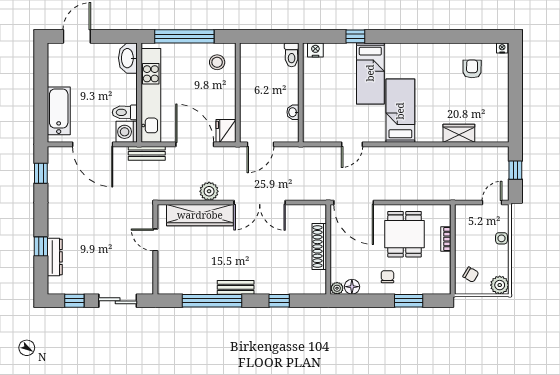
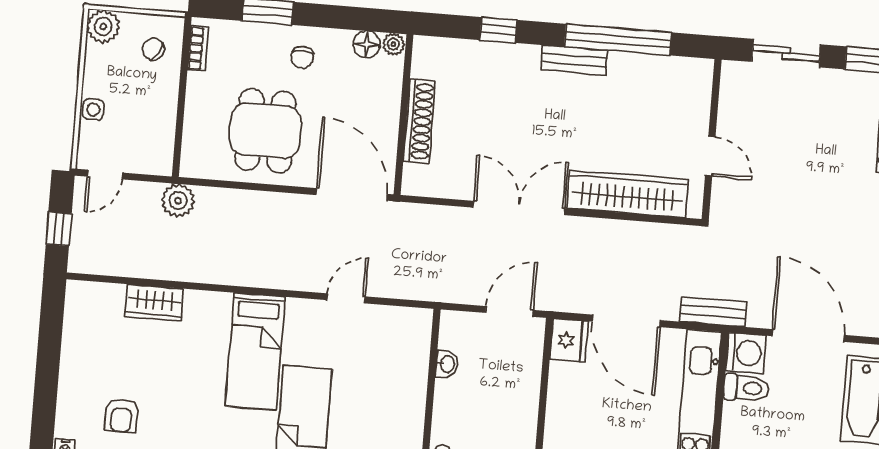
plant: (209, 191) -> (178, 201), moved
bookcase: (446, 239) -> (198, 48), moved

